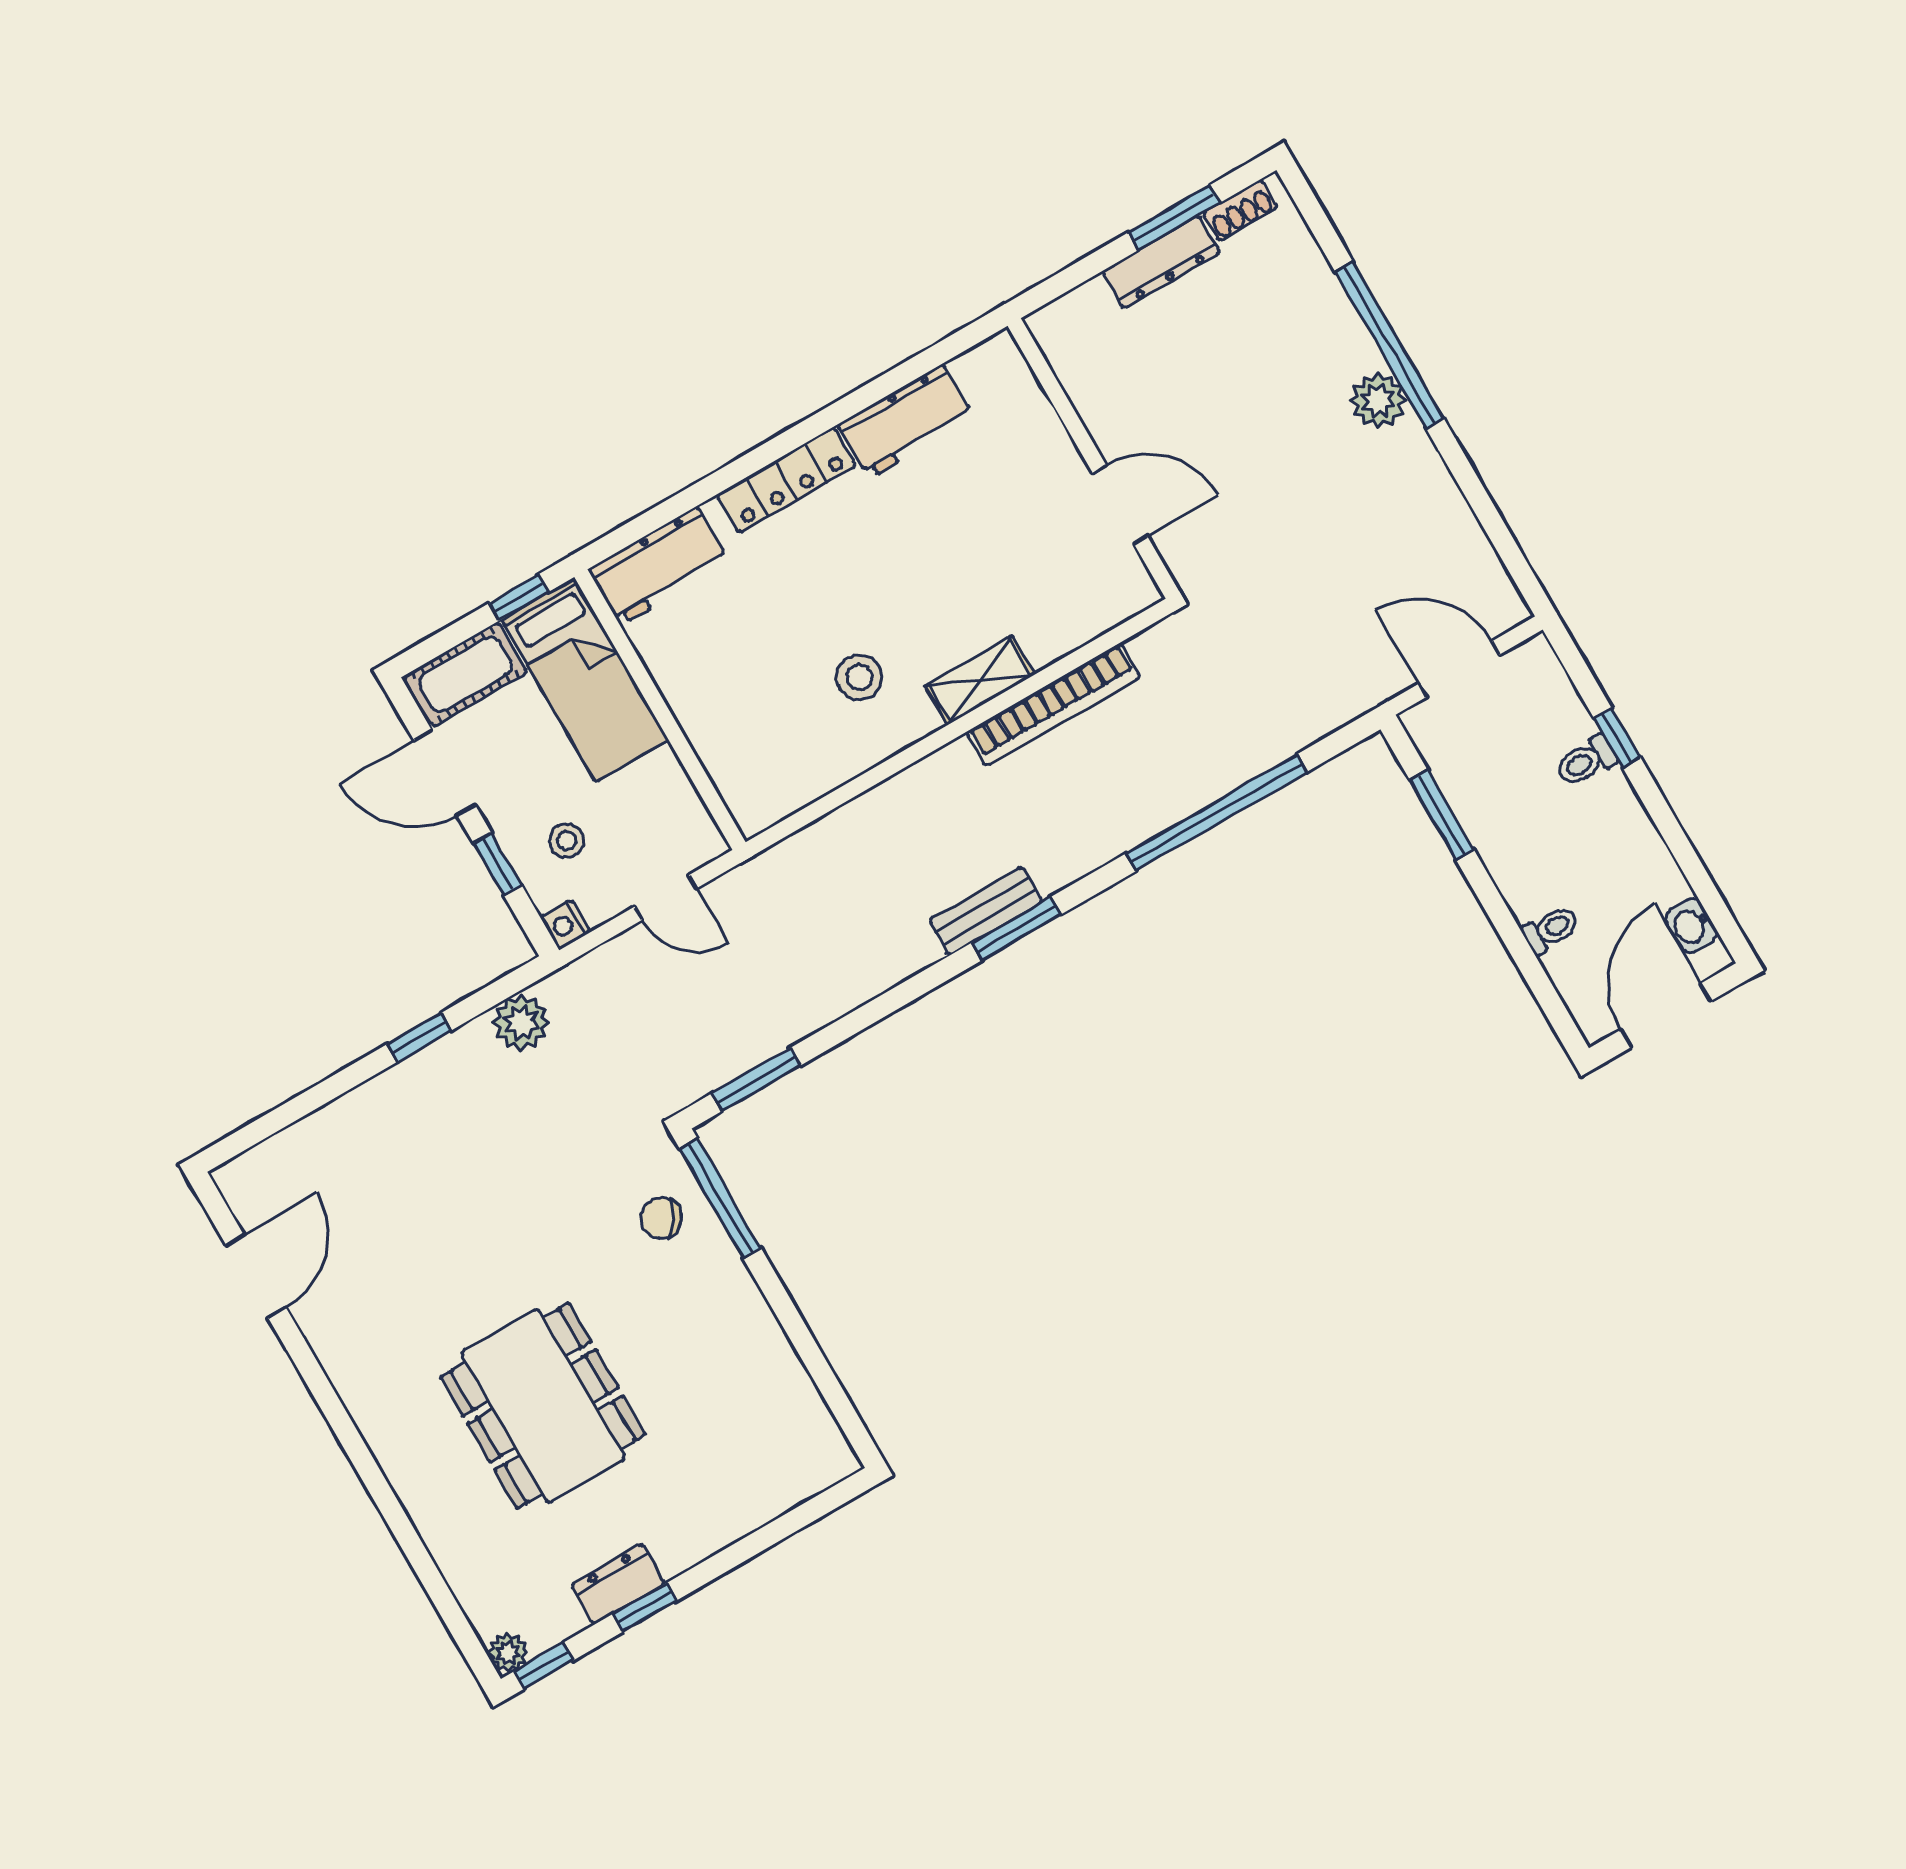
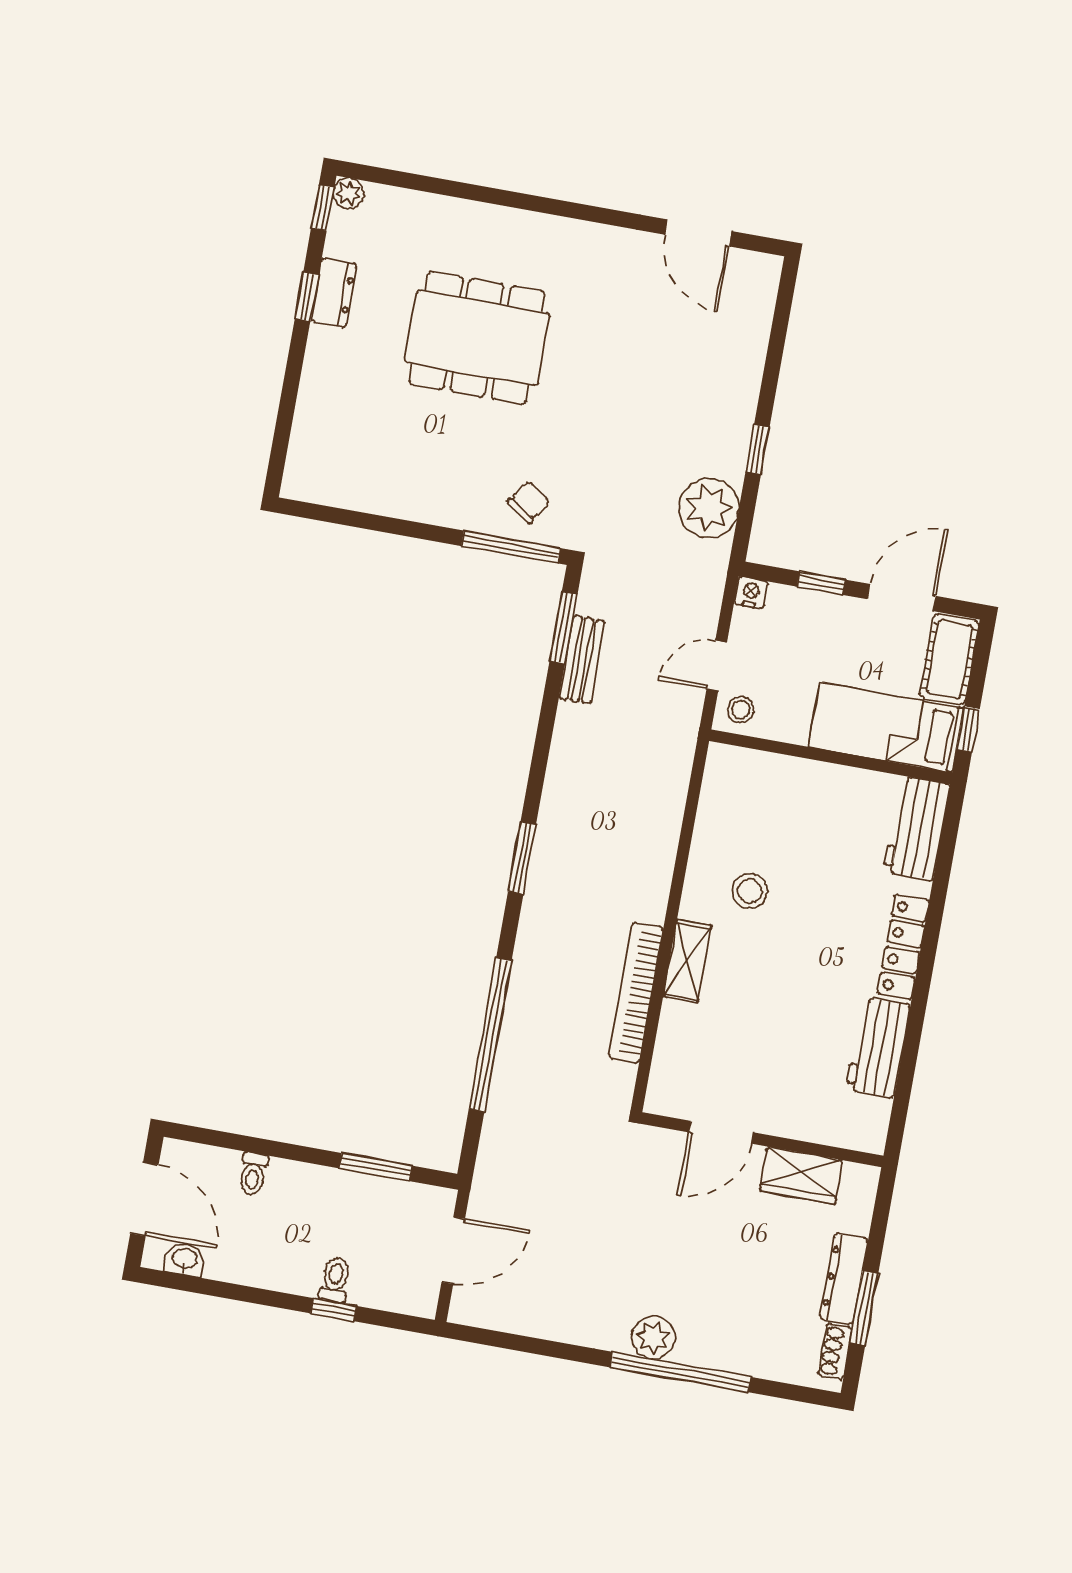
wardrobe: (1096, 390) -> (801, 1175), added
stool: (567, 841) -> (741, 710), moved
bench: (986, 911) -> (582, 660), moved
plant: (521, 1022) -> (709, 508), width x1.36, depth x1.36

